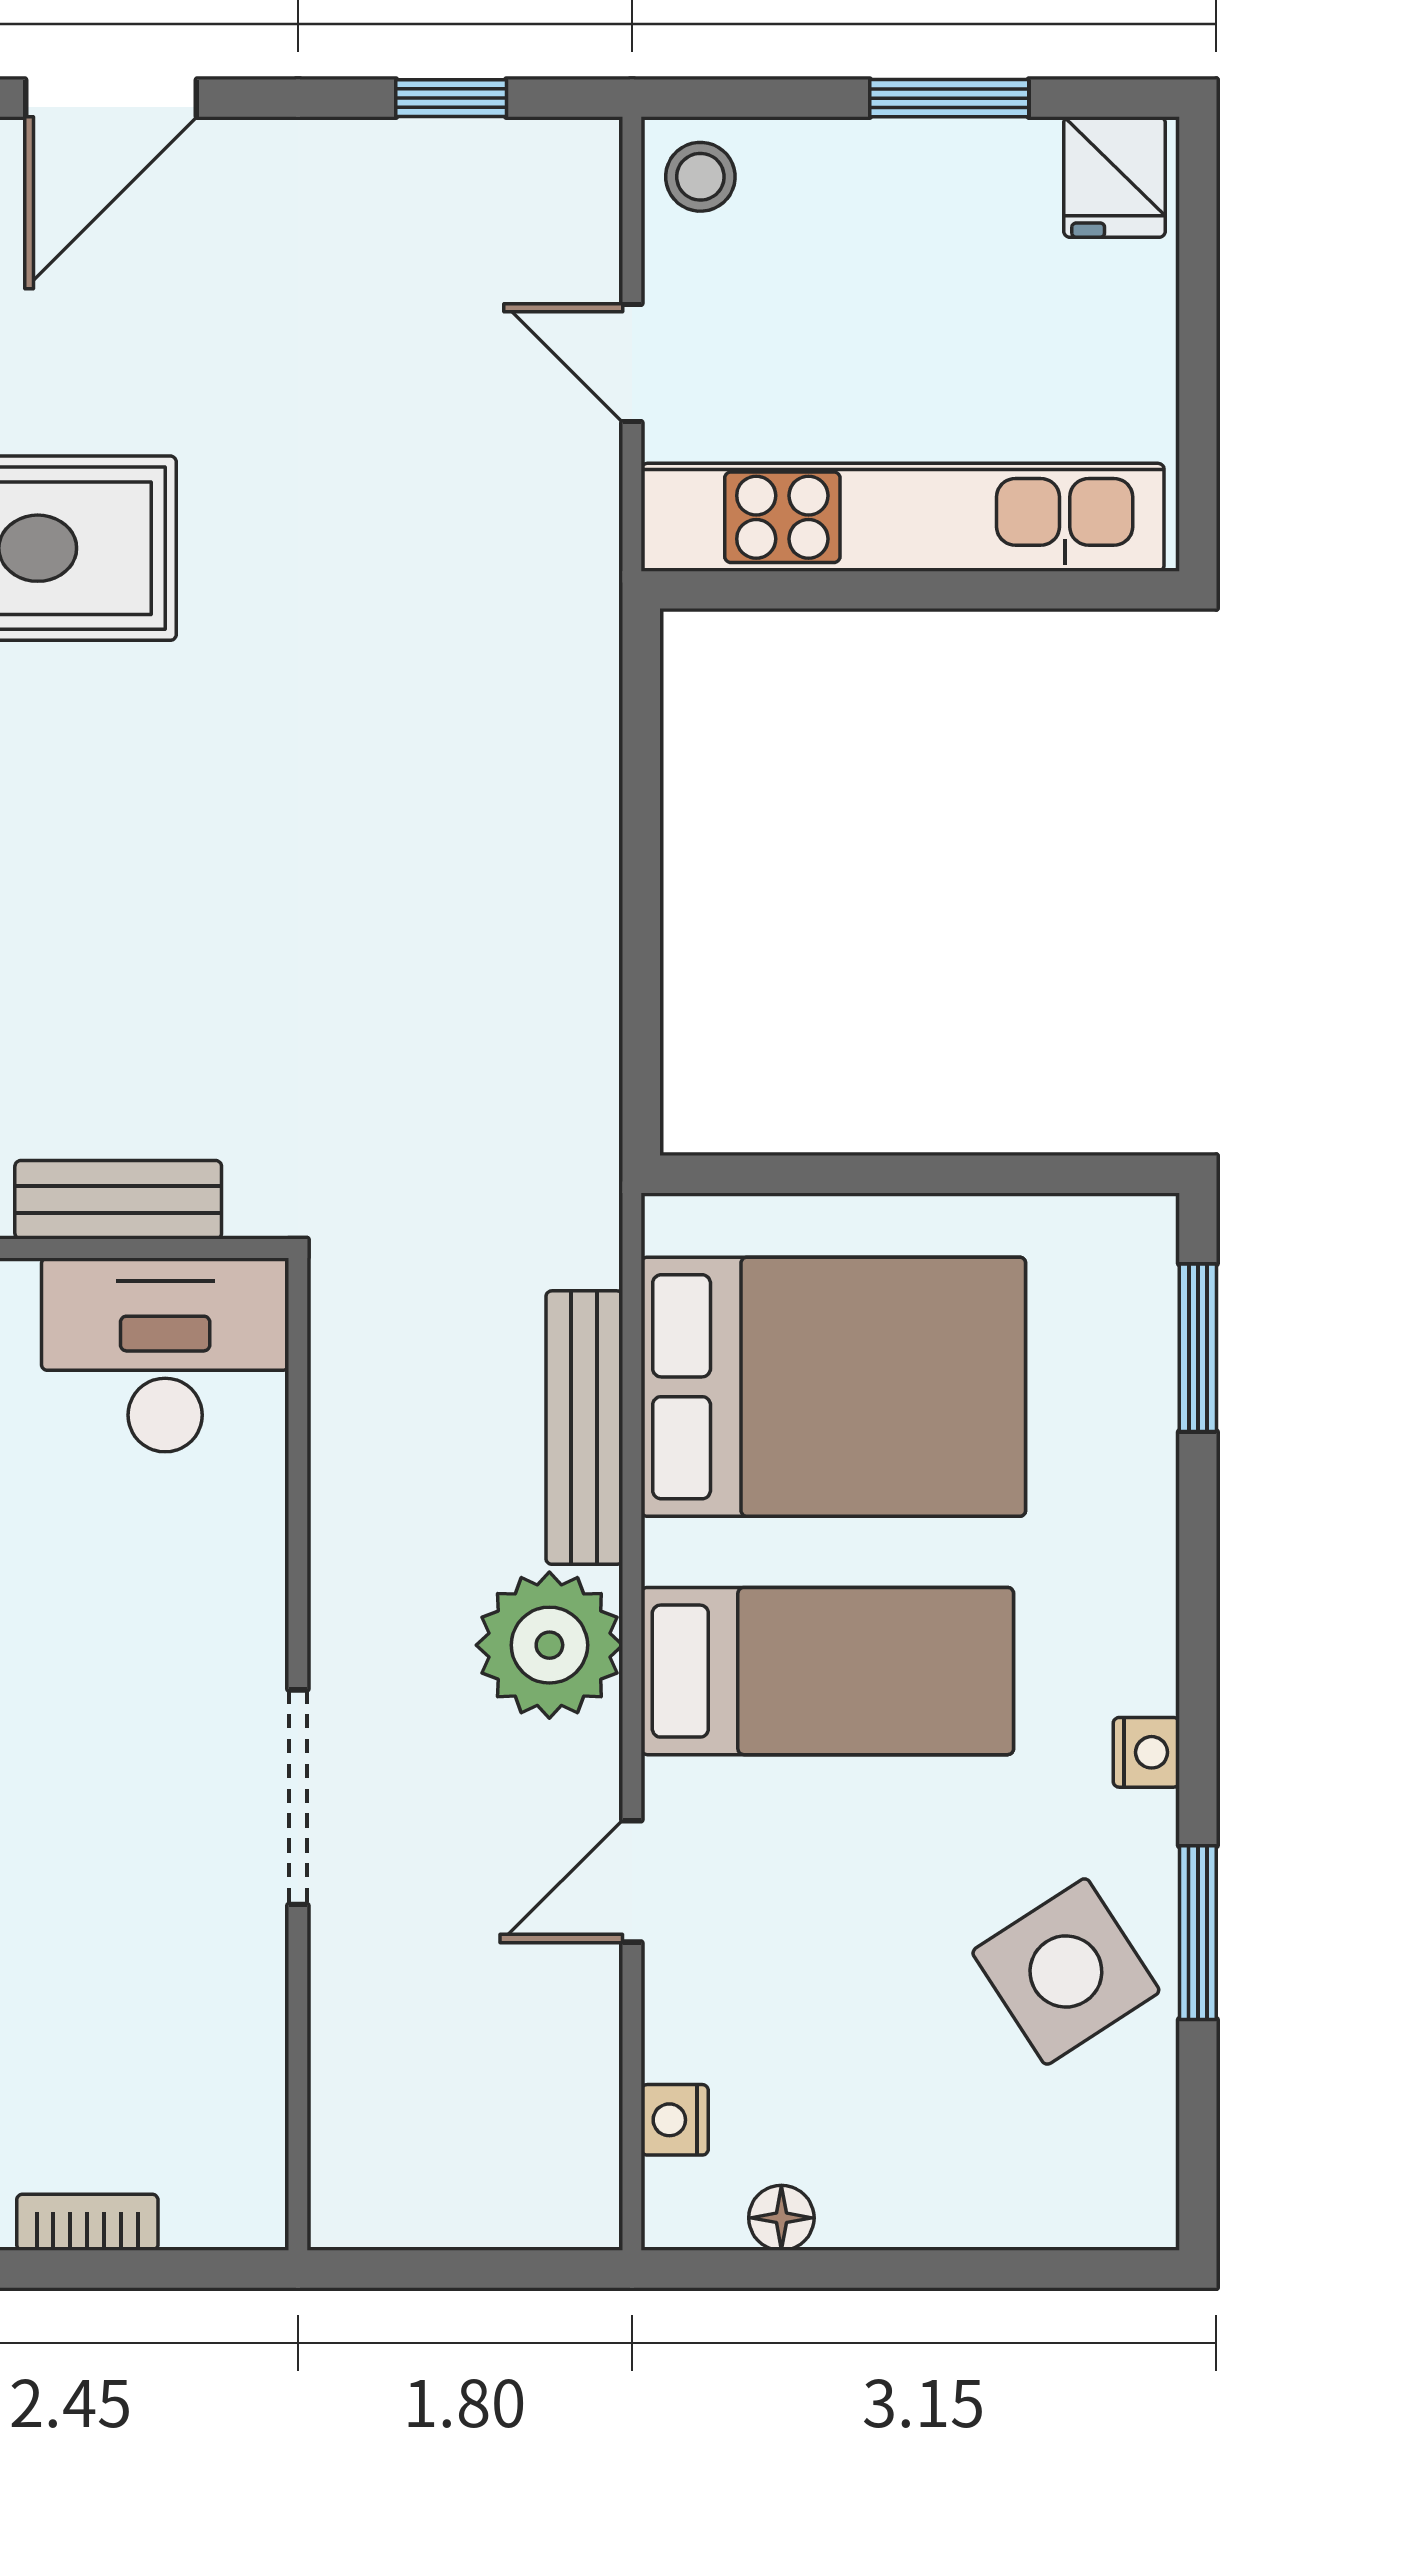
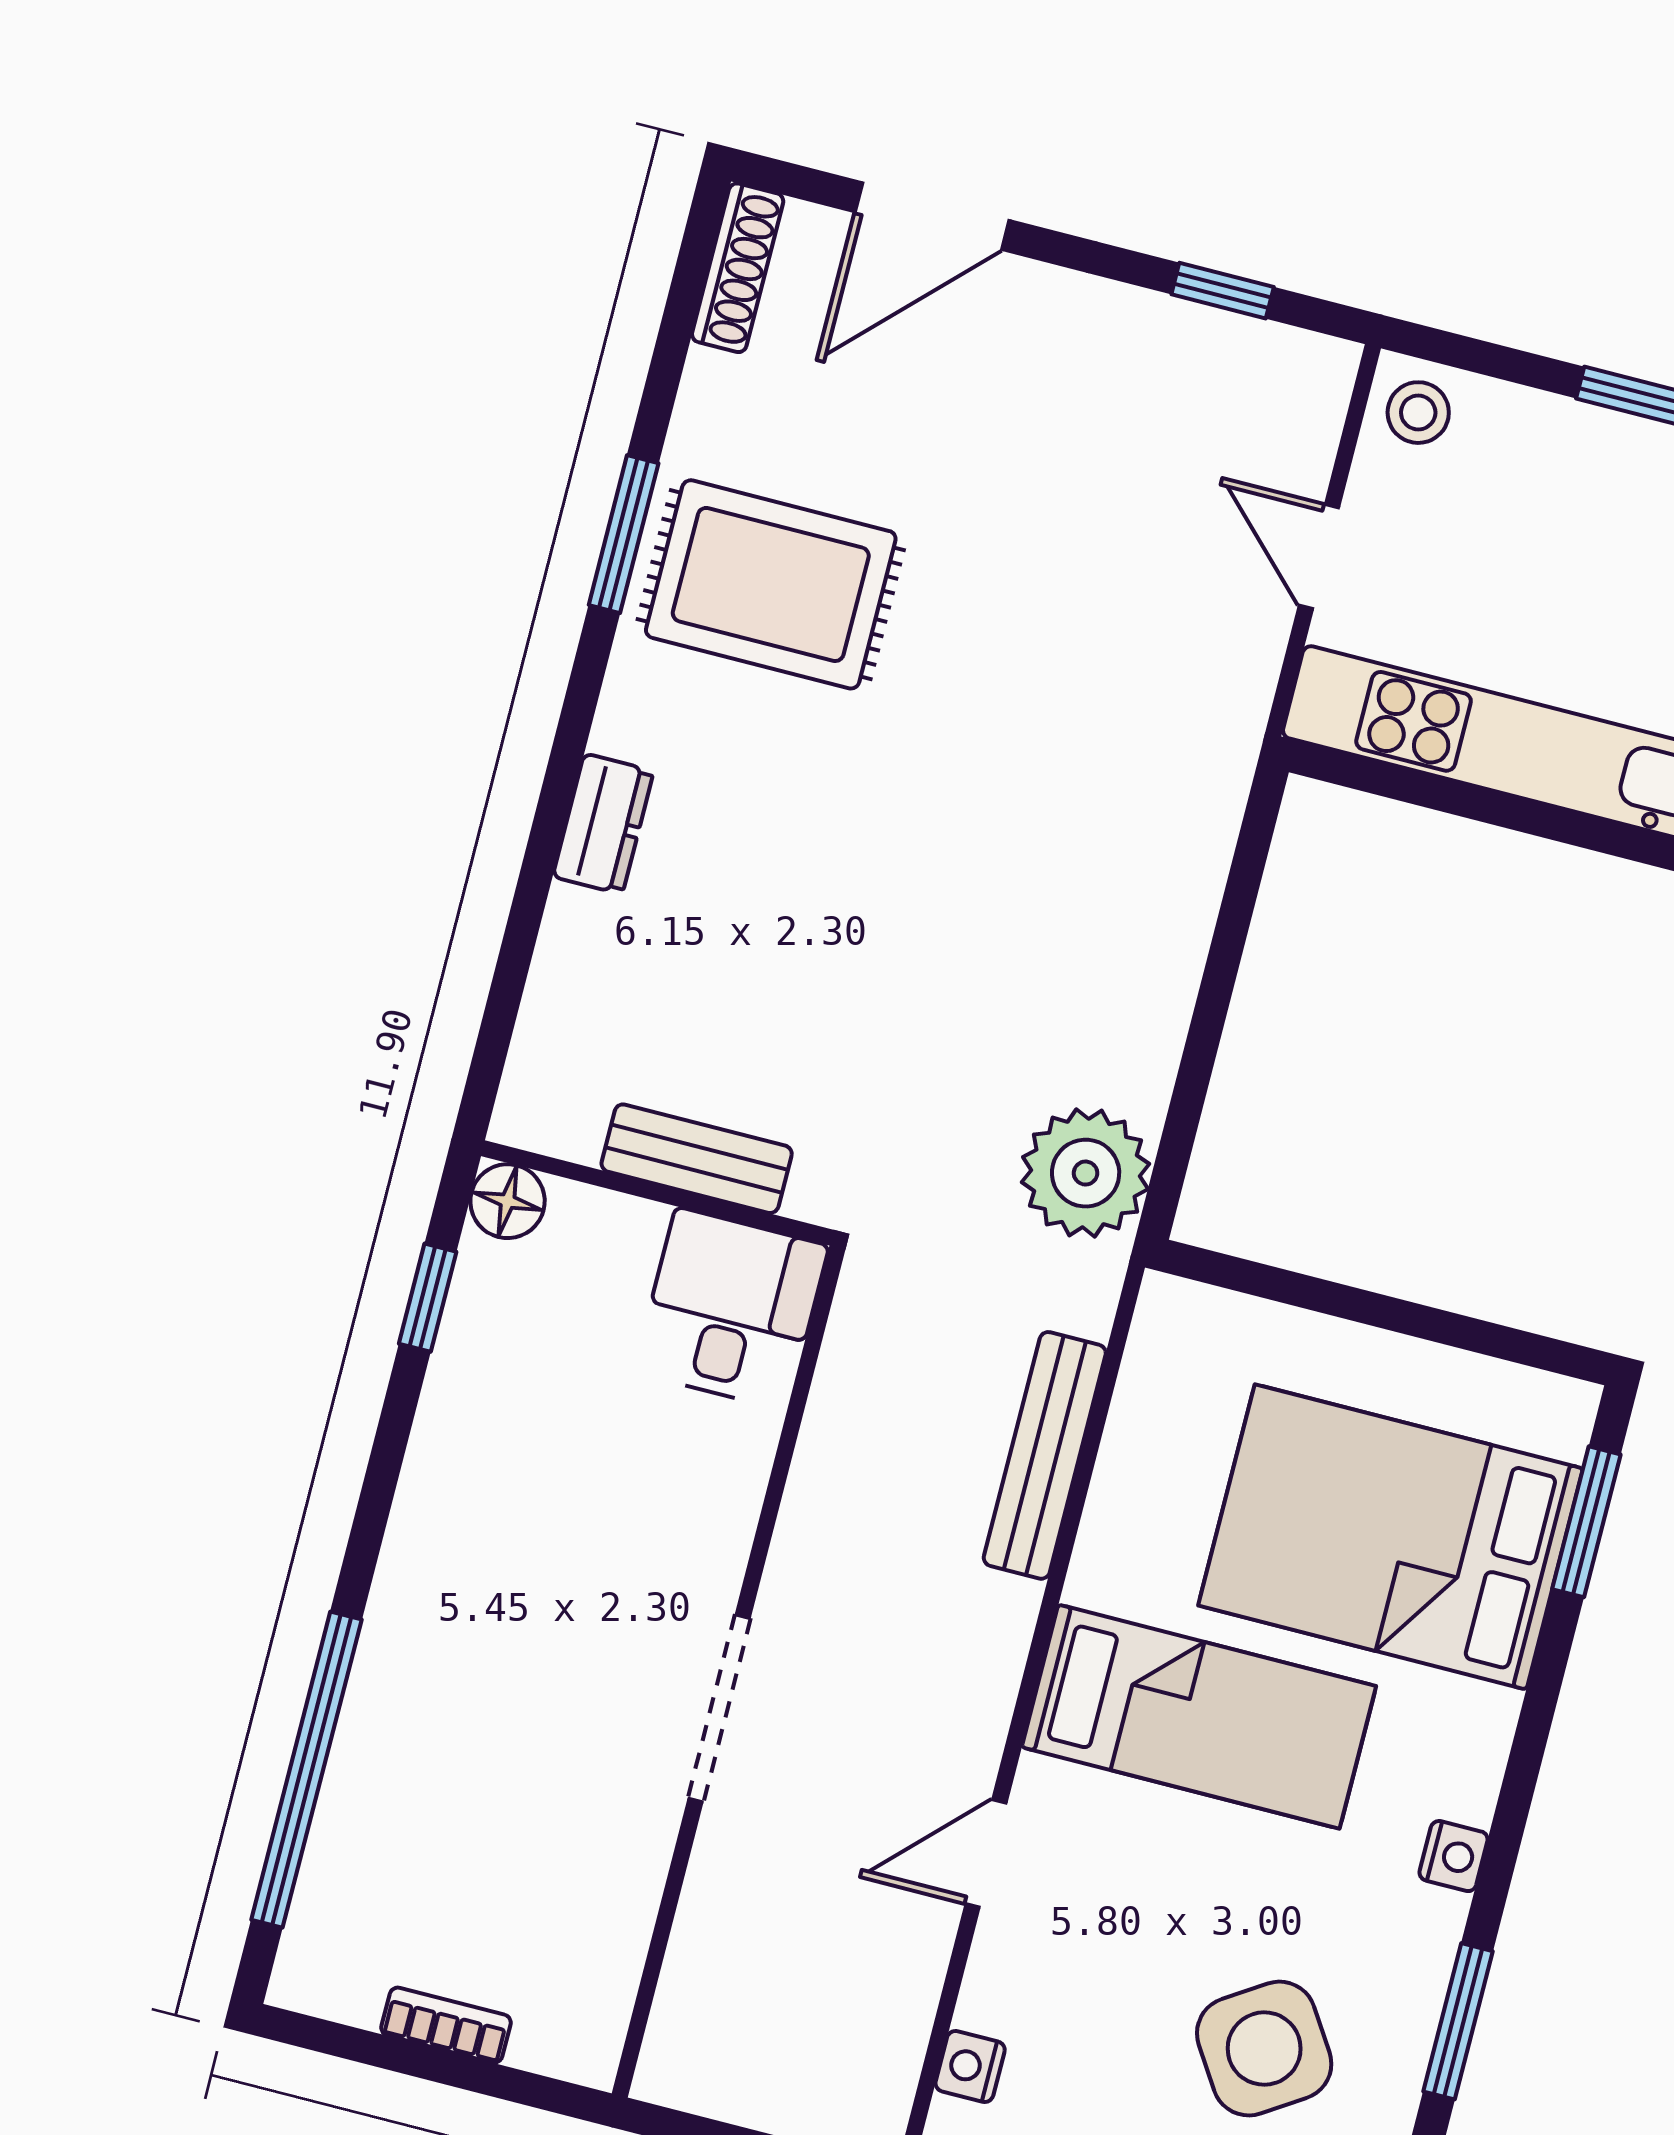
desk: (165, 1355) -> (731, 1309), width x0.73
bed: (833, 1387) -> (1391, 1537), moved, turned 180
plant: (549, 1645) -> (1086, 1173), moved
side table: (1066, 1971) -> (1264, 2049), moved

